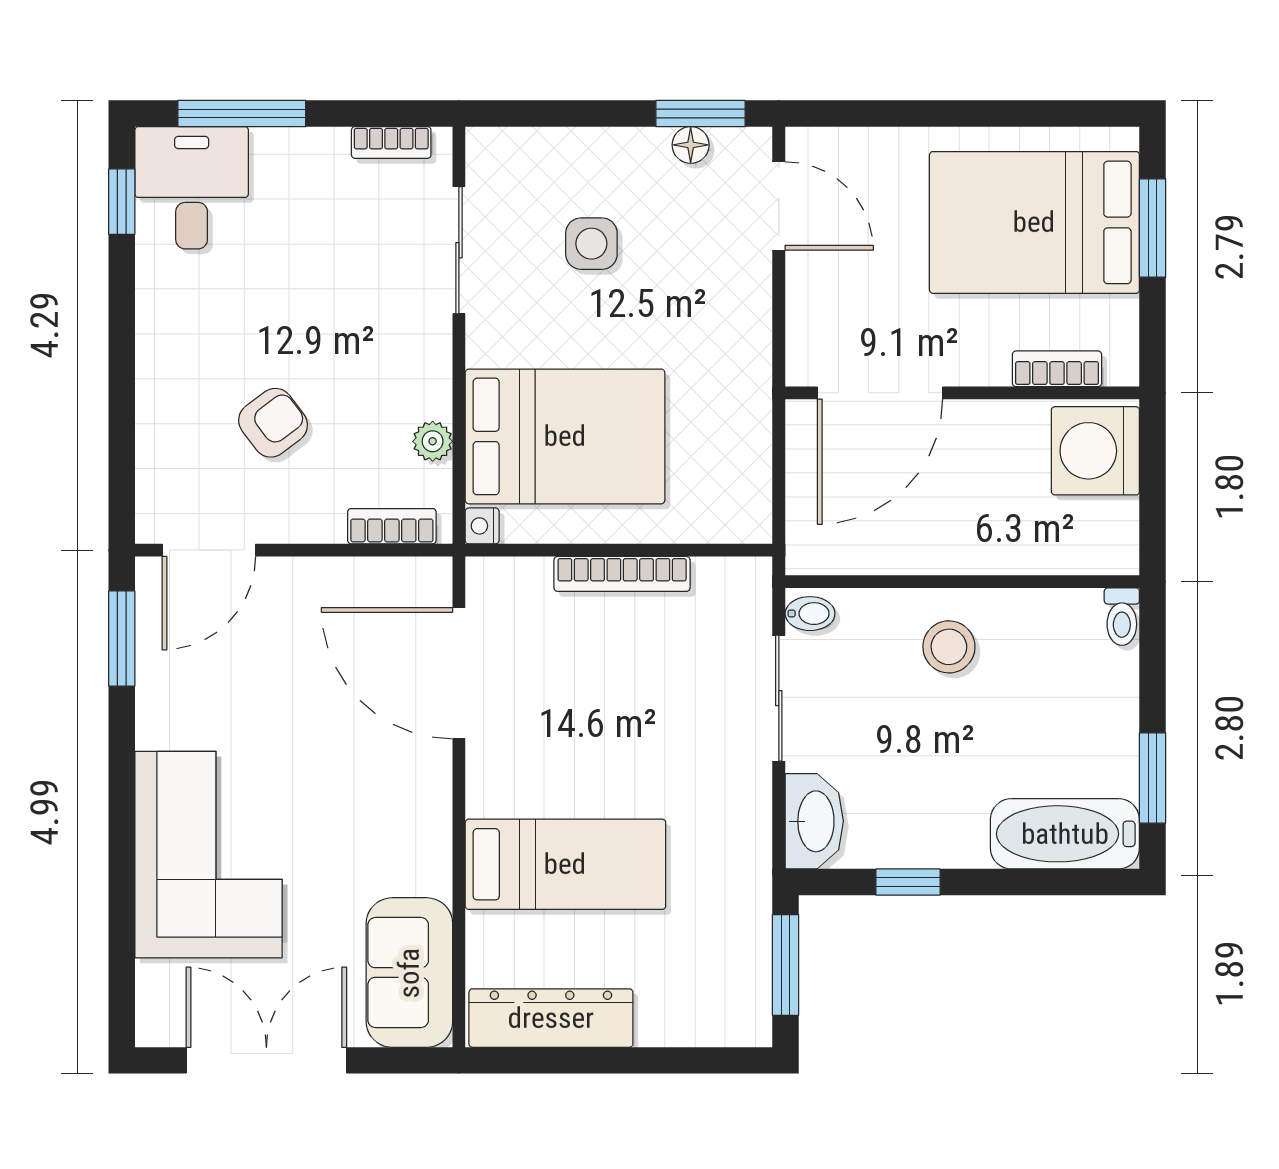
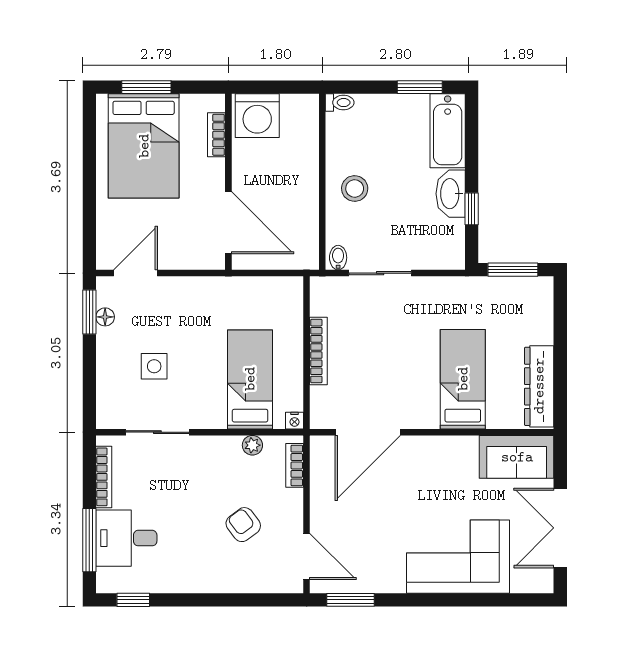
bookcase: (391, 142) -> (104, 477), width x1.56
desk: (192, 188) -> (126, 538), moved
bed: (565, 436) -> (250, 379), width x0.67
washbasin: (814, 821) -> (451, 194), moved, turned -90

